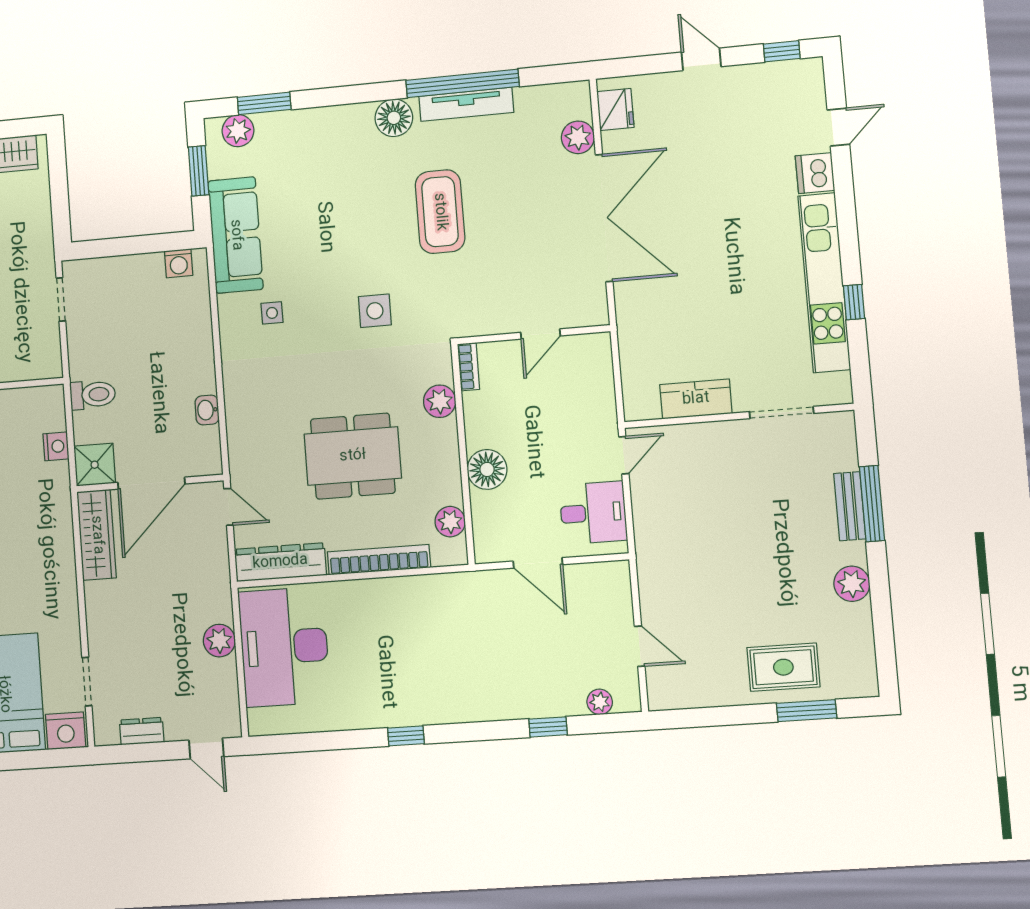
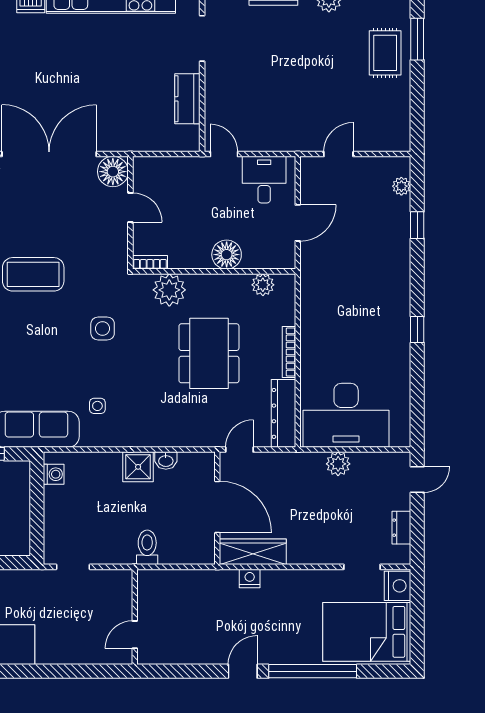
floor lamp: (587, 306) -> (113, 172), added
plant: (440, 401) -> (169, 290), width x1.36, depth x1.36
nightstand: (56, 446) -> (250, 578), moved
shower: (95, 465) -> (138, 467), moved
bookcase: (379, 560) -> (289, 352), width x0.68, depth x0.76
door: (640, 646) -> (338, 154), moved

